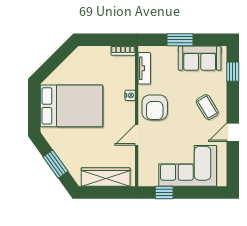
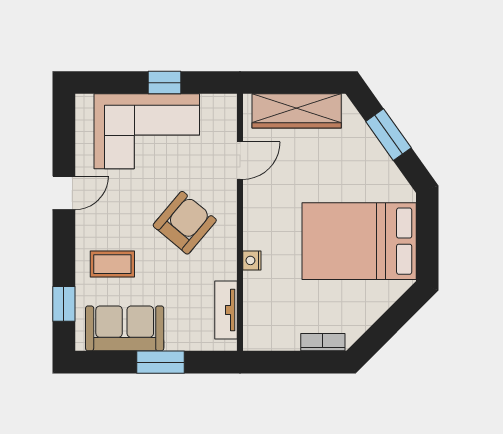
bookcase: (123, 51) -> (323, 342), moved
armchair: (155, 107) -> (185, 223), moved, turned 40
coffee table: (207, 107) -> (112, 264), moved, turned -59
door: (137, 135) -> (240, 161), moved
window: (164, 193) -> (165, 83), moved

